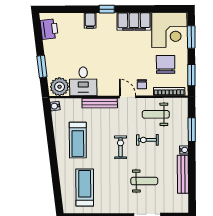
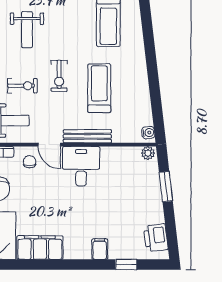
window: (107, 9) -> (126, 265), moved
desk: (83, 81) -> (81, 166), moved
plant: (60, 87) -> (148, 153), width x0.53, depth x0.53
treadmill: (78, 140) -> (99, 88), moved
weight bench: (144, 181) -> (27, 30), turned -90

